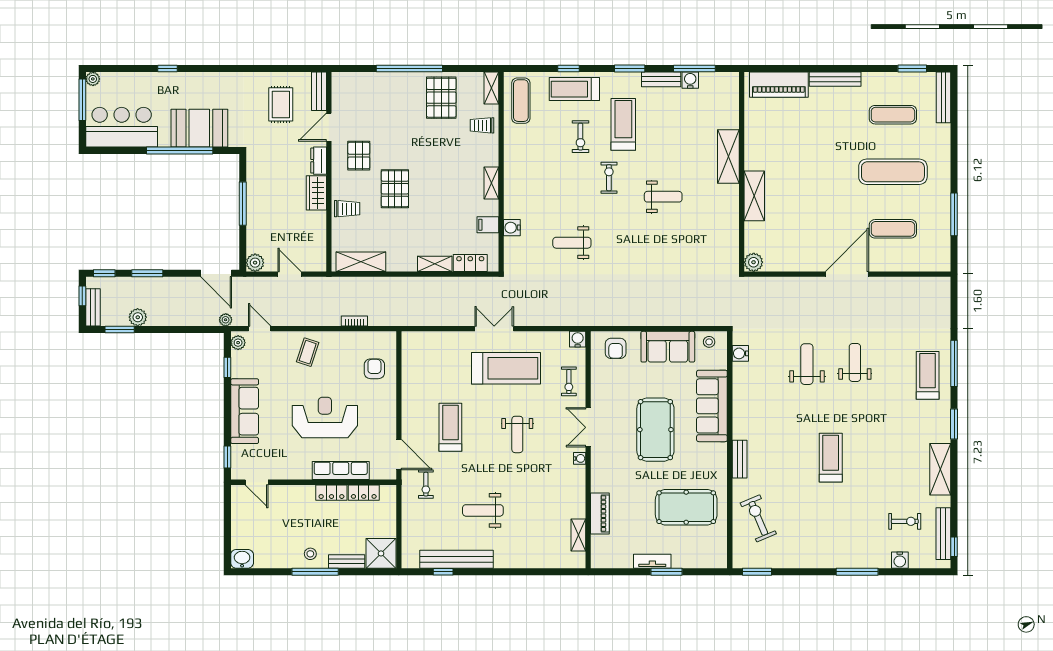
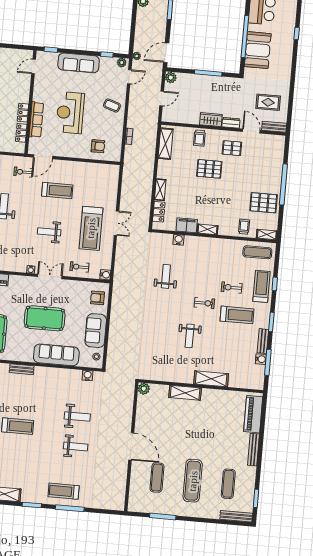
filing cabinet: (488, 225) -> (187, 225), width x2.00
treadmill: (928, 375) -> (64, 491), turned 180
reception desk: (325, 418) -> (70, 113), turned 180

